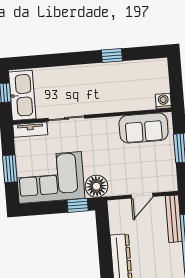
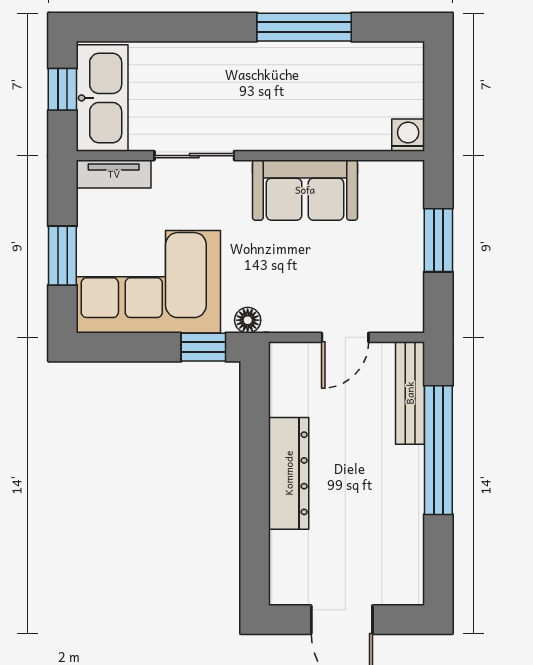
window: (112, 56) -> (304, 27), width x2.17
sofa: (144, 128) -> (305, 190), moved
floor lamp: (96, 186) -> (248, 320), width x0.53, depth x0.53

